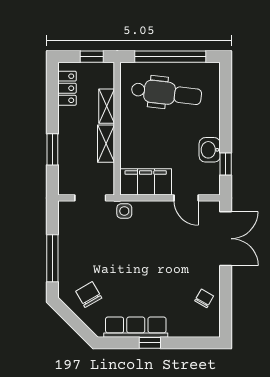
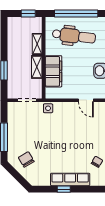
locker: (67, 88) -> (13, 33), removed
filing cabinet: (146, 182) -> (54, 71), moved, turned 90
row of seats: (136, 327) -> (70, 179), moved

